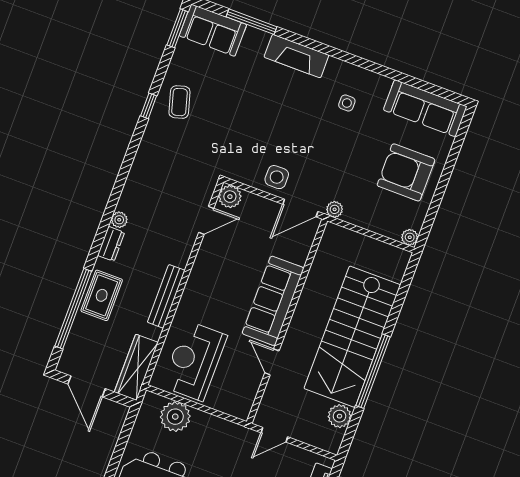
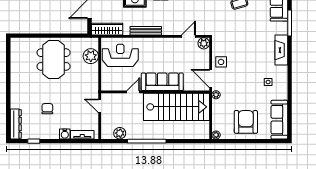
door: (206, 220) -> (188, 36), swing flipped
stairs: (352, 337) -> (177, 107), moved, turned 180

